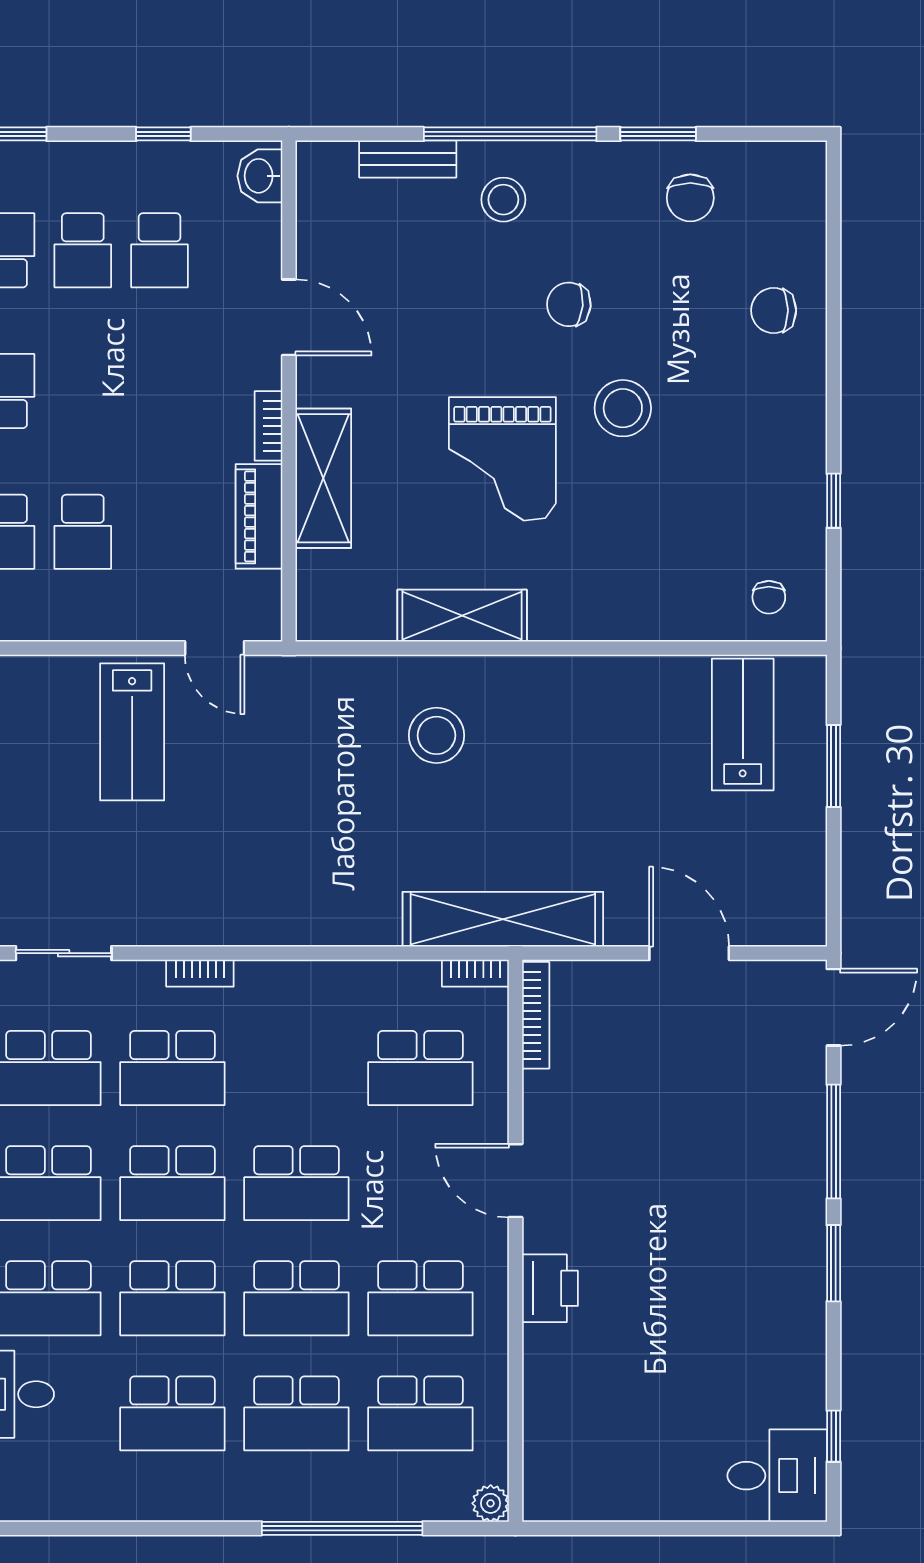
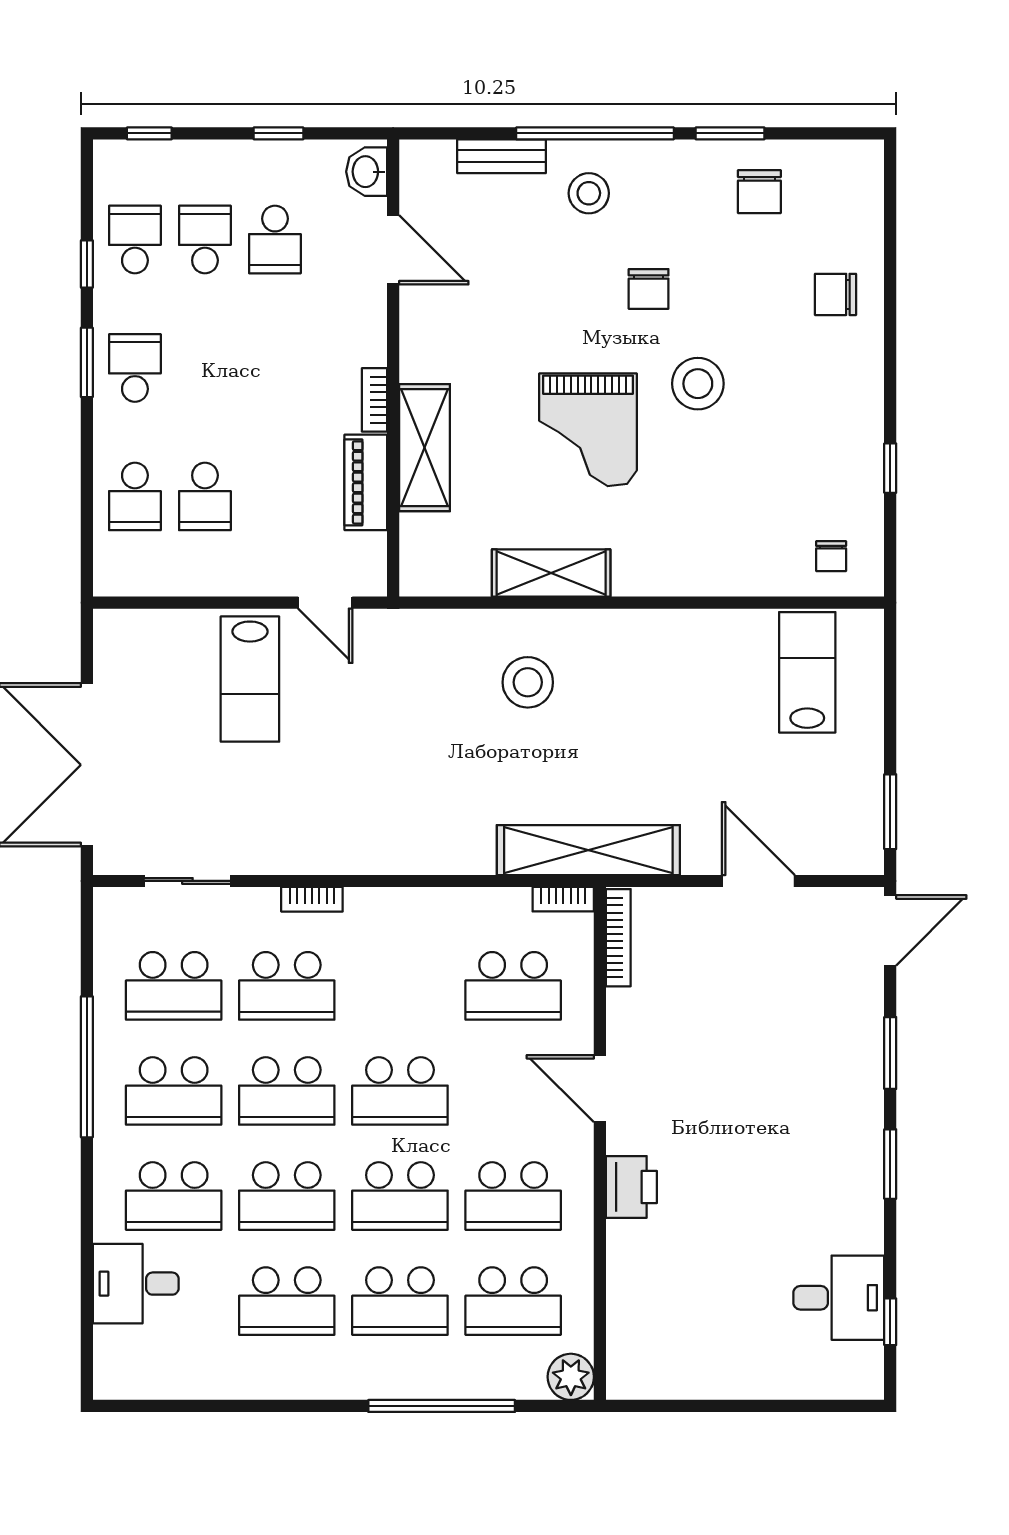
school desk: (83, 250) -> (205, 240), turned 180
chair: (569, 304) -> (649, 289), turned -95
door: (289, 317) -> (393, 250), moved
window: (834, 766) -> (890, 812), moved
window: (834, 1142) -> (890, 1053), width x0.69
desk: (777, 1476) -> (839, 1298), moved
plant: (491, 1503) -> (571, 1377), width x1.38, depth x1.38

